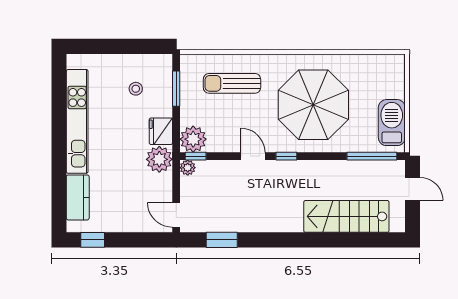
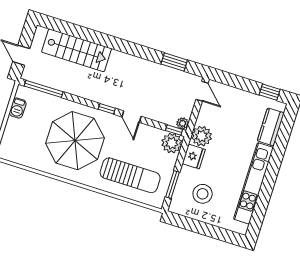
sun lounger: (232, 83) -> (130, 175), width x1.36, depth x1.34
stool: (136, 89) -> (203, 194), width x1.89, depth x1.89
barbecue: (392, 123) -> (18, 108), width x0.53, depth x0.65

